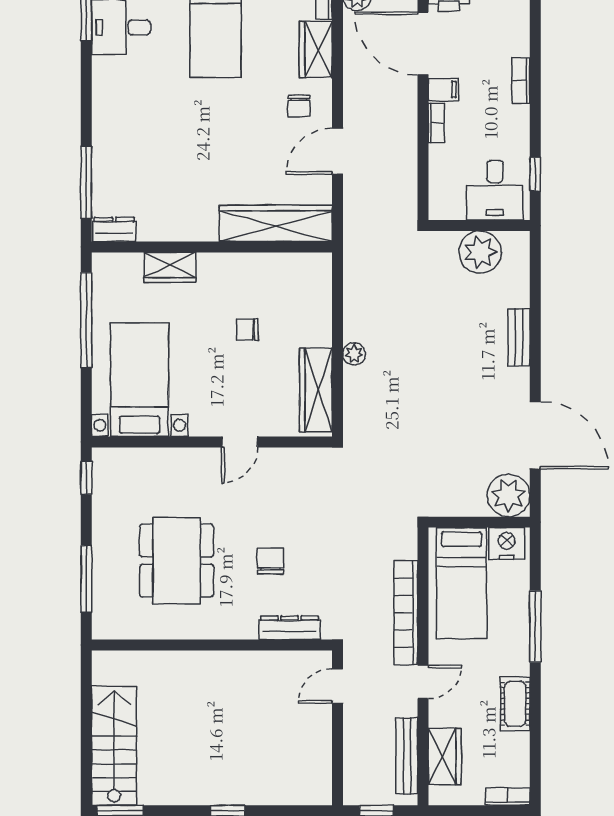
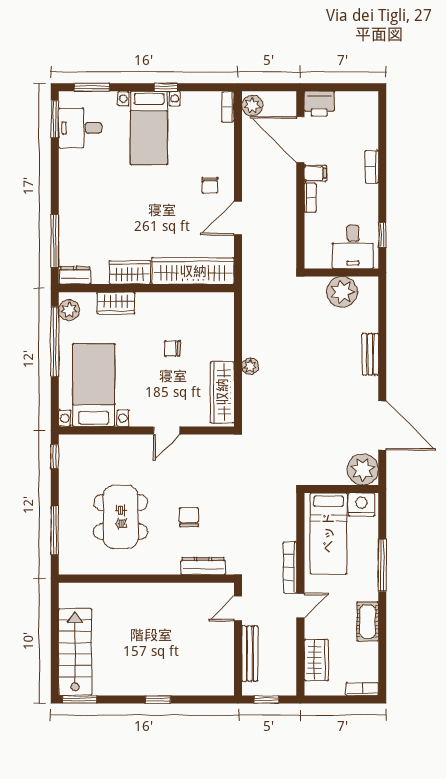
wardrobe: (316, 49) -> (130, 272), moved, turned 90
plant: (106, 277) -> (69, 310), added
bookcase: (406, 613) -> (290, 567), width x0.68, depth x0.76
bench: (407, 756) -> (250, 654), moved

